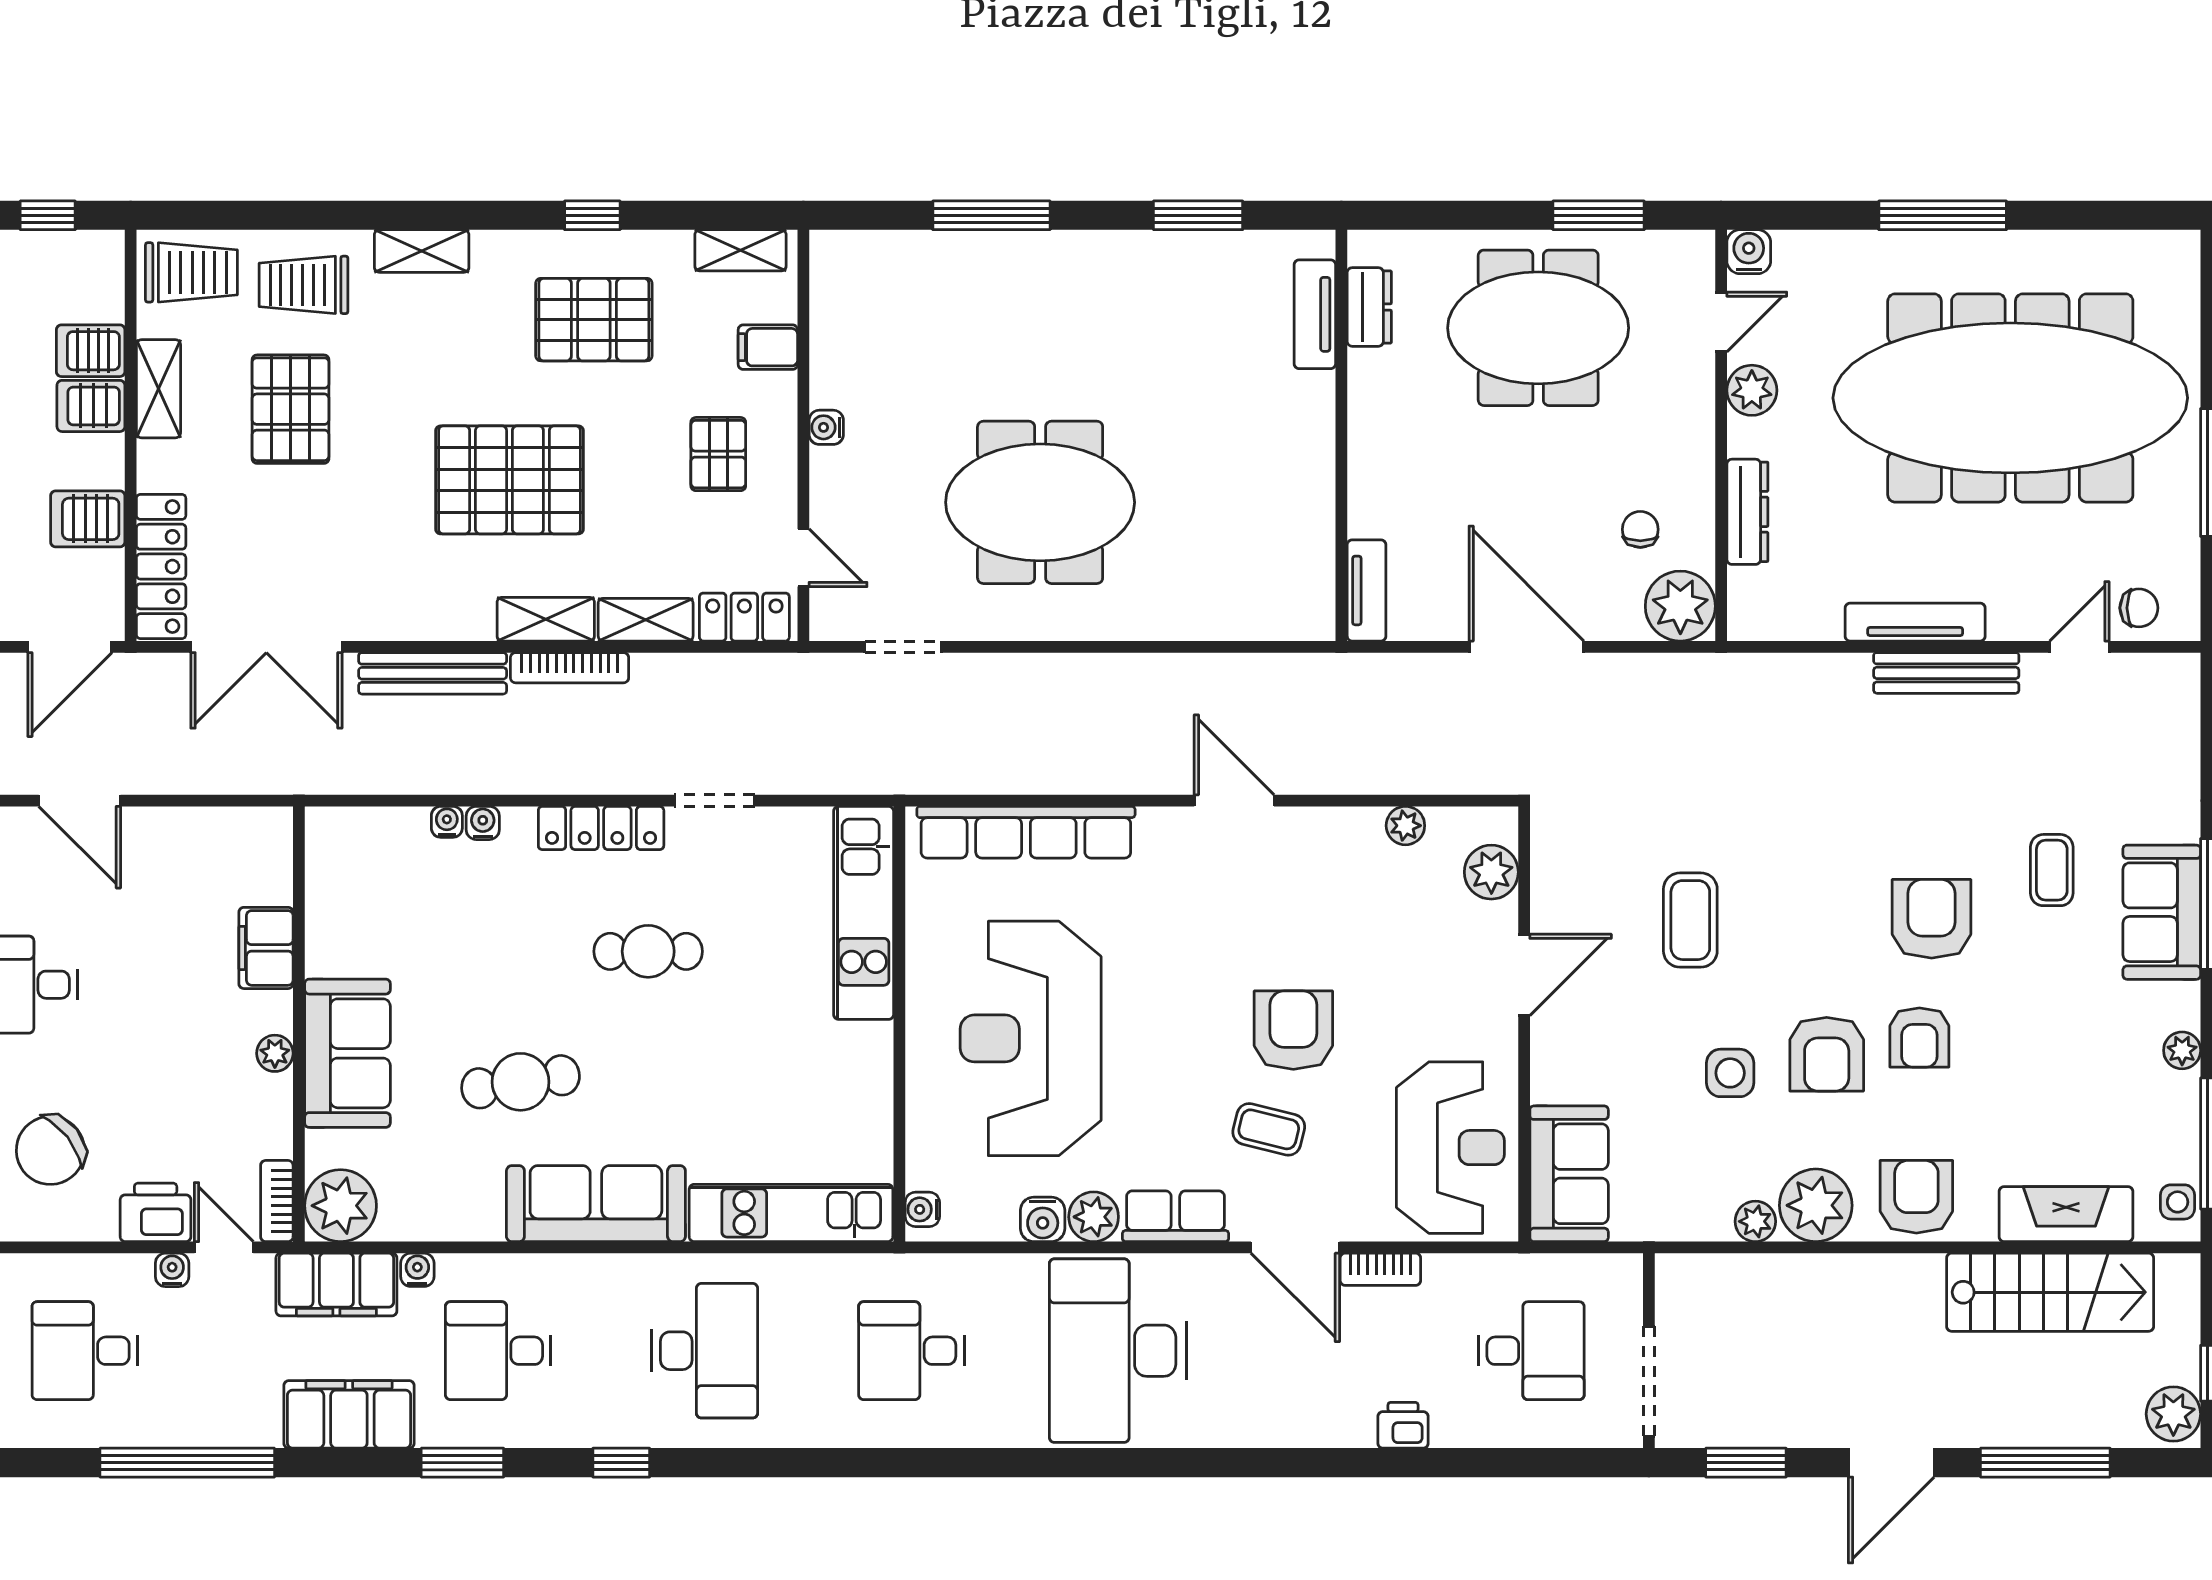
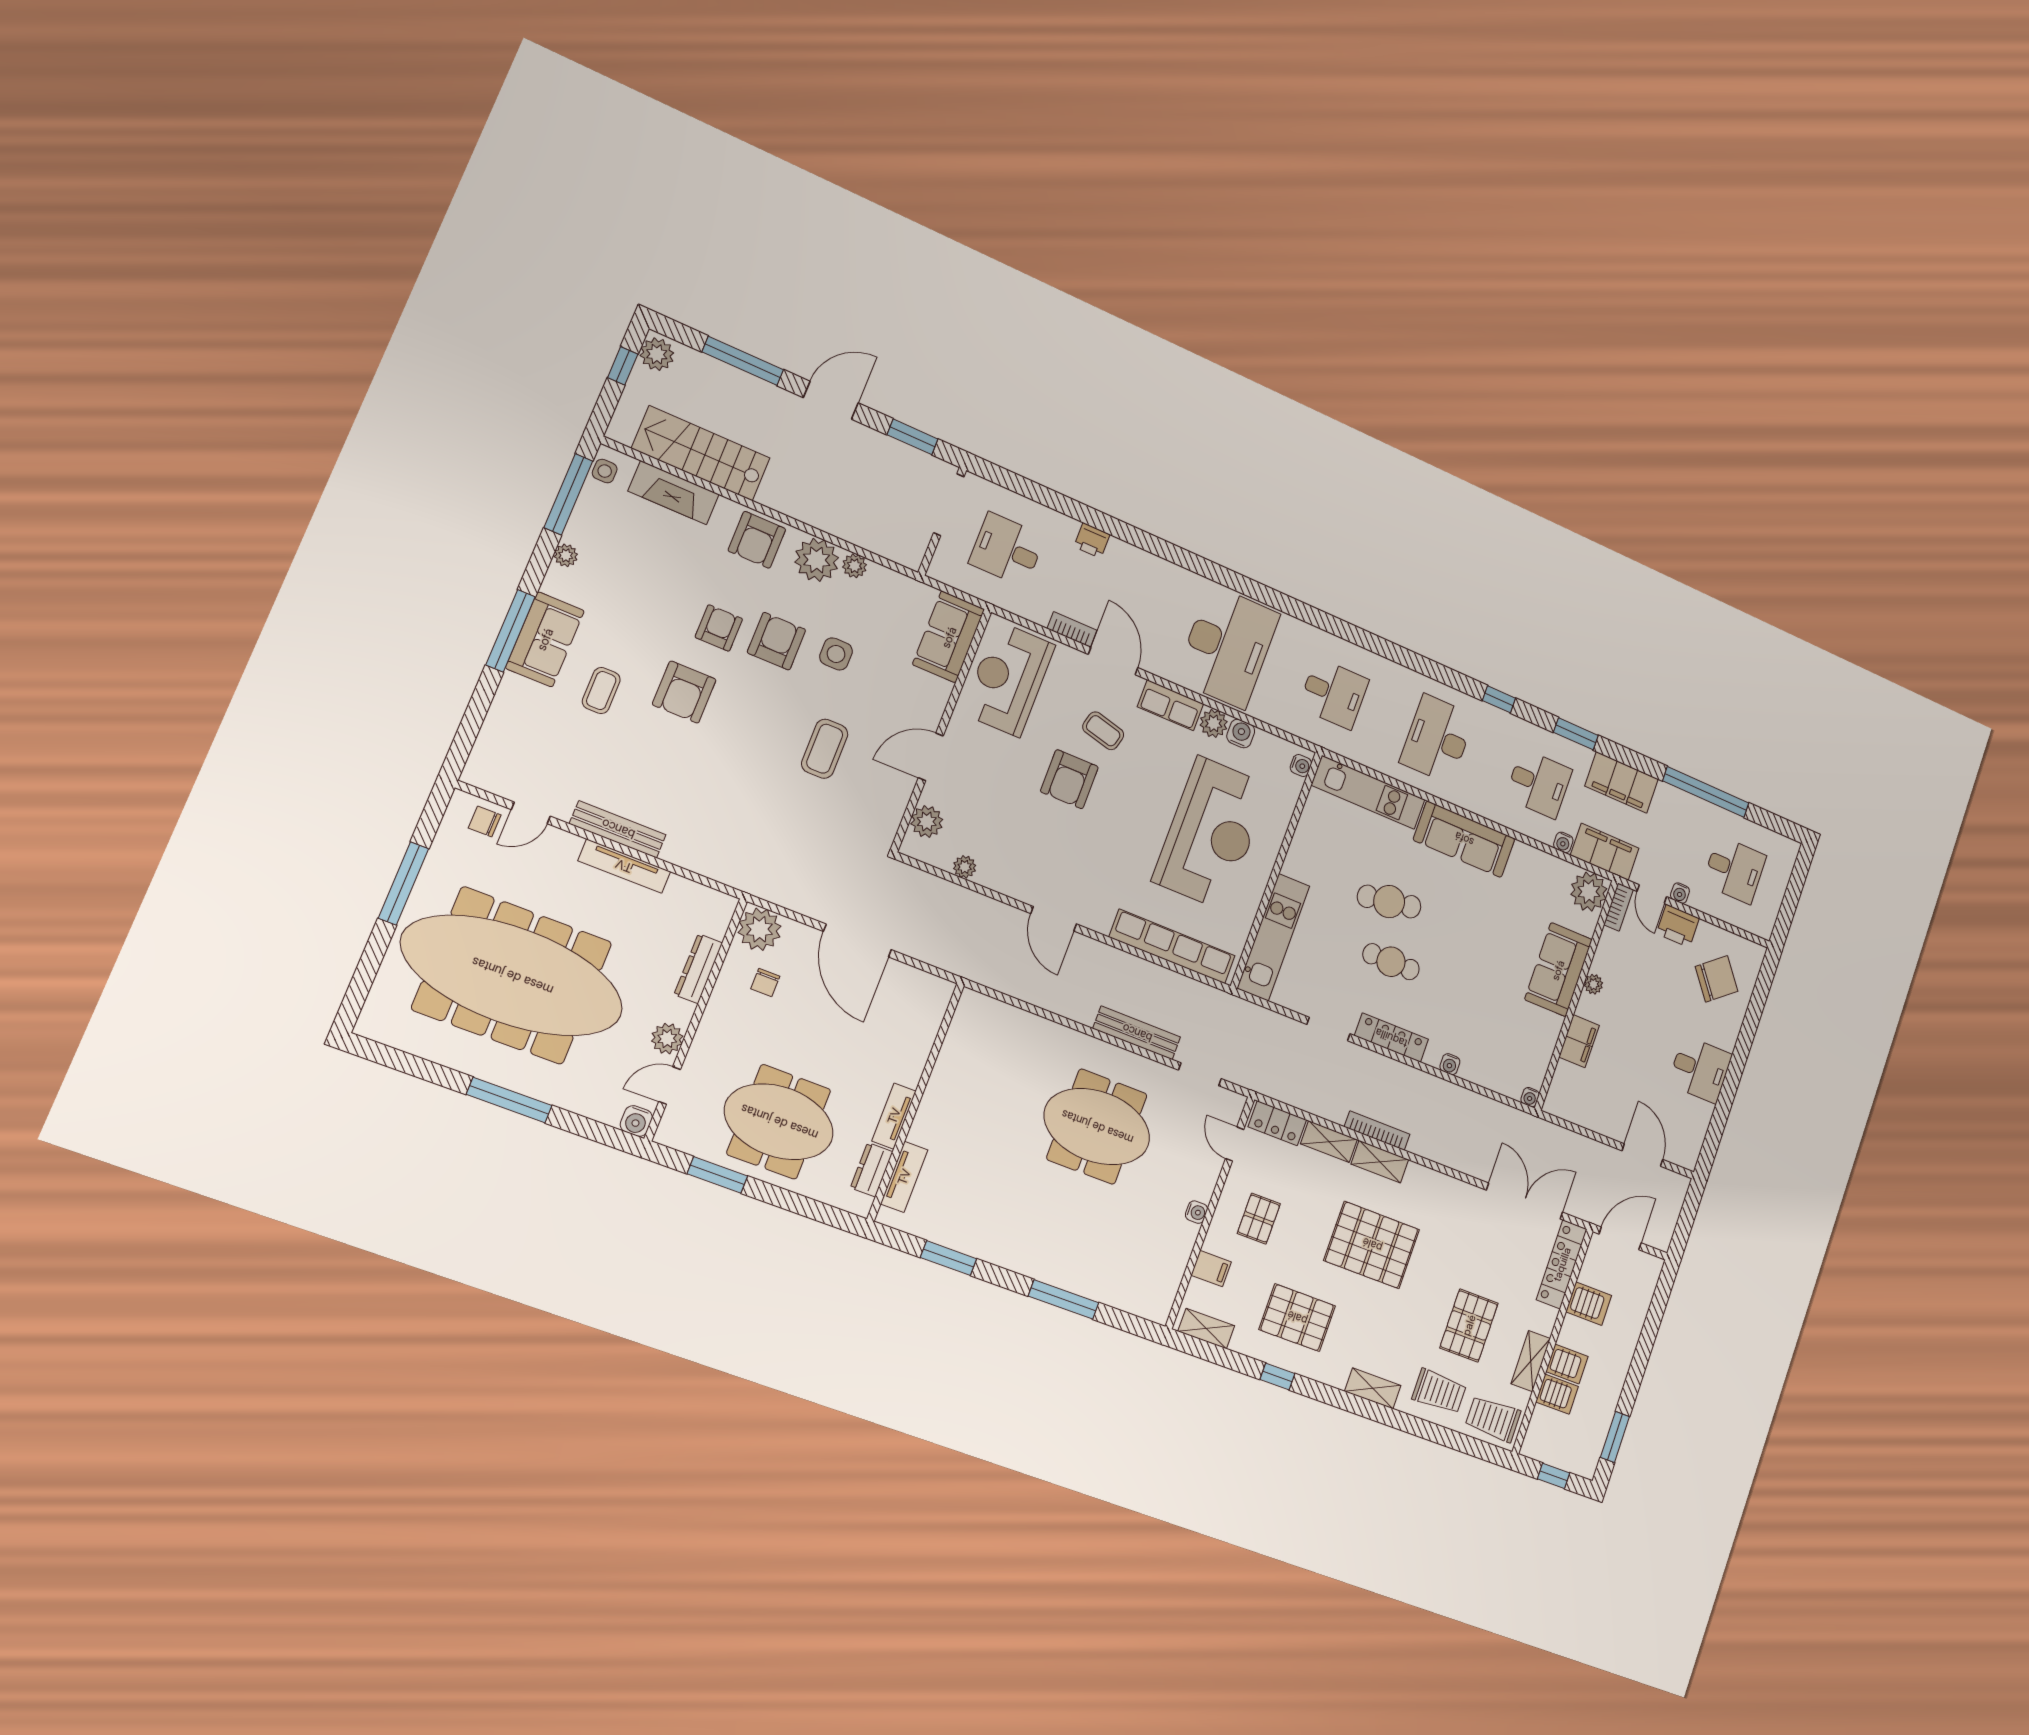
tv unit: (1367, 590) -> (894, 1116), moved
bench: (433, 673) -> (1137, 1033), moved
water cooler: (447, 822) -> (1530, 1097), moved
cafe table: (521, 1082) -> (1389, 902), moved

